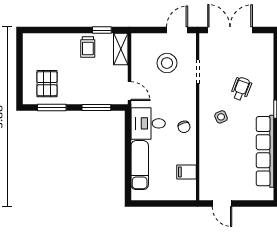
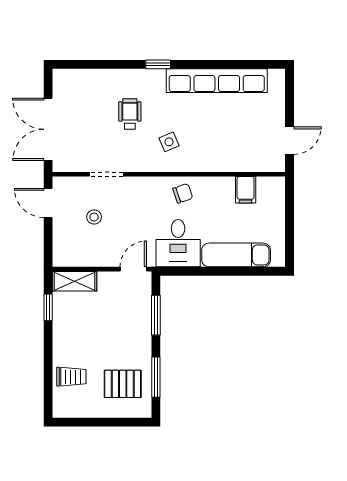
trolley: (88, 47) -> (71, 377), moved
stool: (167, 63) -> (94, 217), width x0.53, depth x0.53
wheelchair: (241, 89) -> (130, 114), turned 69

